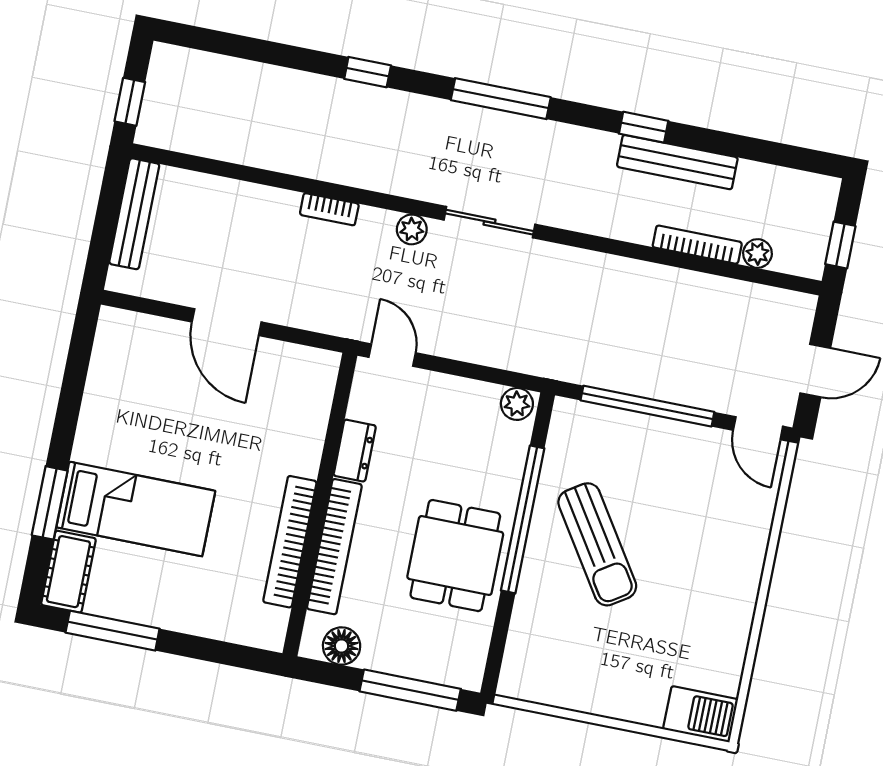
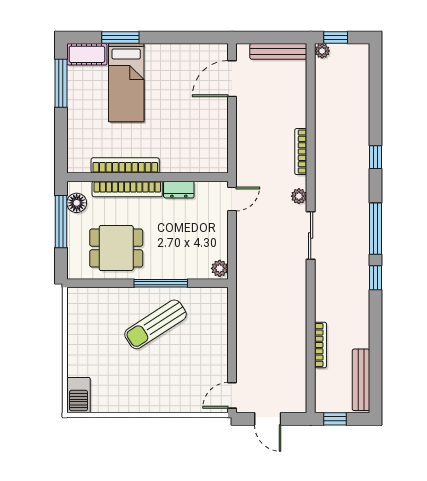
window: (644, 127) -> (375, 278), moved
bench: (677, 162) -> (361, 380), moved
bookcase: (329, 209) -> (301, 152), width x1.56
plant: (758, 253) -> (322, 51), moved
door: (227, 322) -> (232, 79), moved
window: (647, 406) -> (232, 336), removed
window: (523, 519) -> (161, 283), width x0.68
dining table: (455, 556) -> (116, 248), moved
window: (410, 690) -> (61, 222), moved

